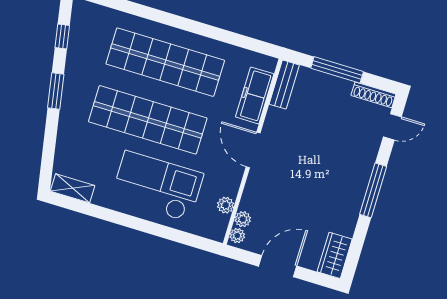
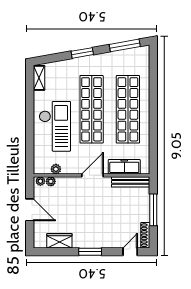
window: (62, 36) -> (125, 45), width x2.17
bench: (284, 85) -> (131, 182), width x1.36
window: (56, 91) -> (82, 53), moved
door: (392, 127) -> (130, 252), swing flipped
window: (373, 190) -> (90, 252), width x0.69
wardrobe: (335, 255) -> (59, 241), moved

